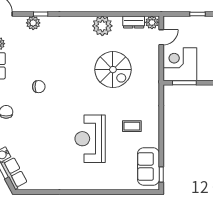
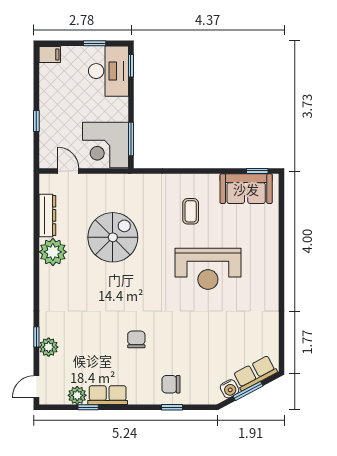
dresser: (134, 22) -> (47, 215), width x1.44
plant: (152, 22) -> (48, 184), removed

